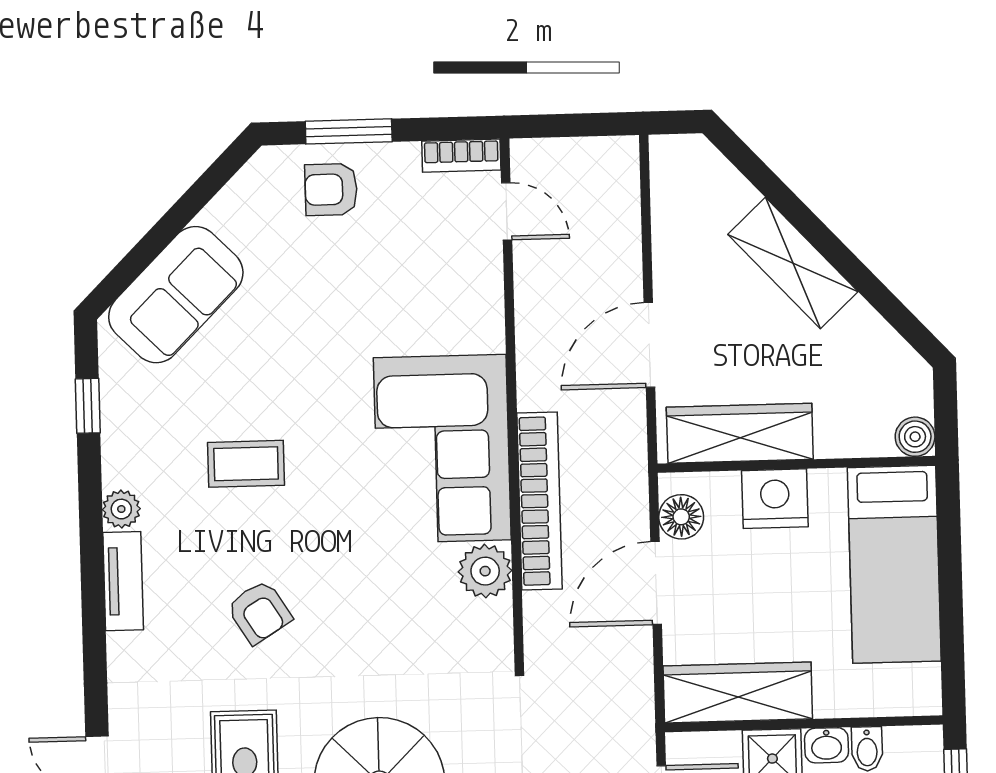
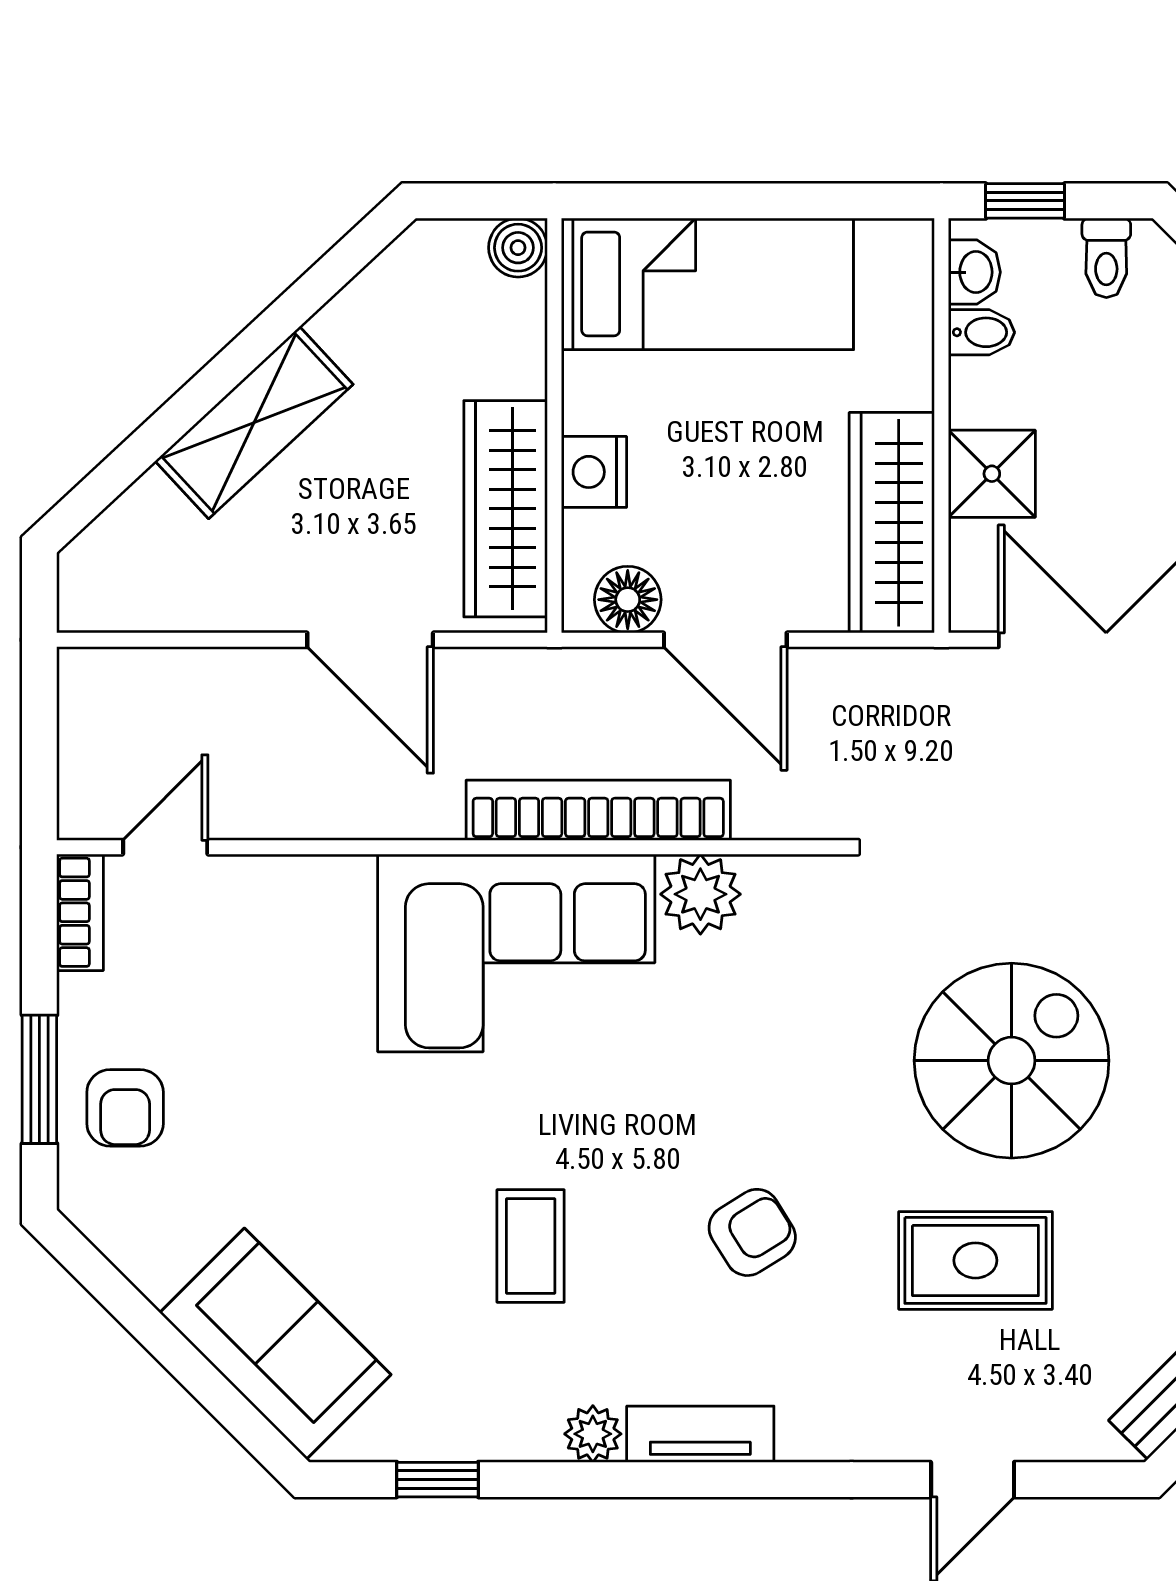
nightstand: (775, 499) -> (594, 472), width x0.74, depth x0.75
washbasin: (827, 745) -> (974, 272), moved

